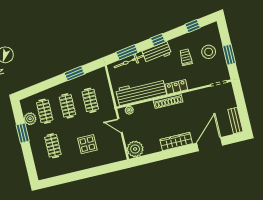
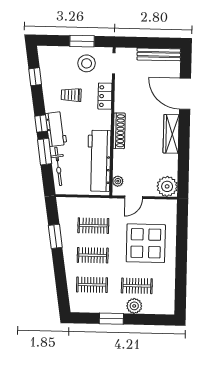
window: (127, 52) -> (45, 152), moved
stool: (209, 52) -> (87, 63), moved
locker: (176, 87) -> (105, 96), moved
plant: (30, 119) -> (134, 306), moved
bench: (235, 121) -> (159, 54), width x1.36
display table: (87, 144) -> (146, 243), width x1.86, depth x1.86

